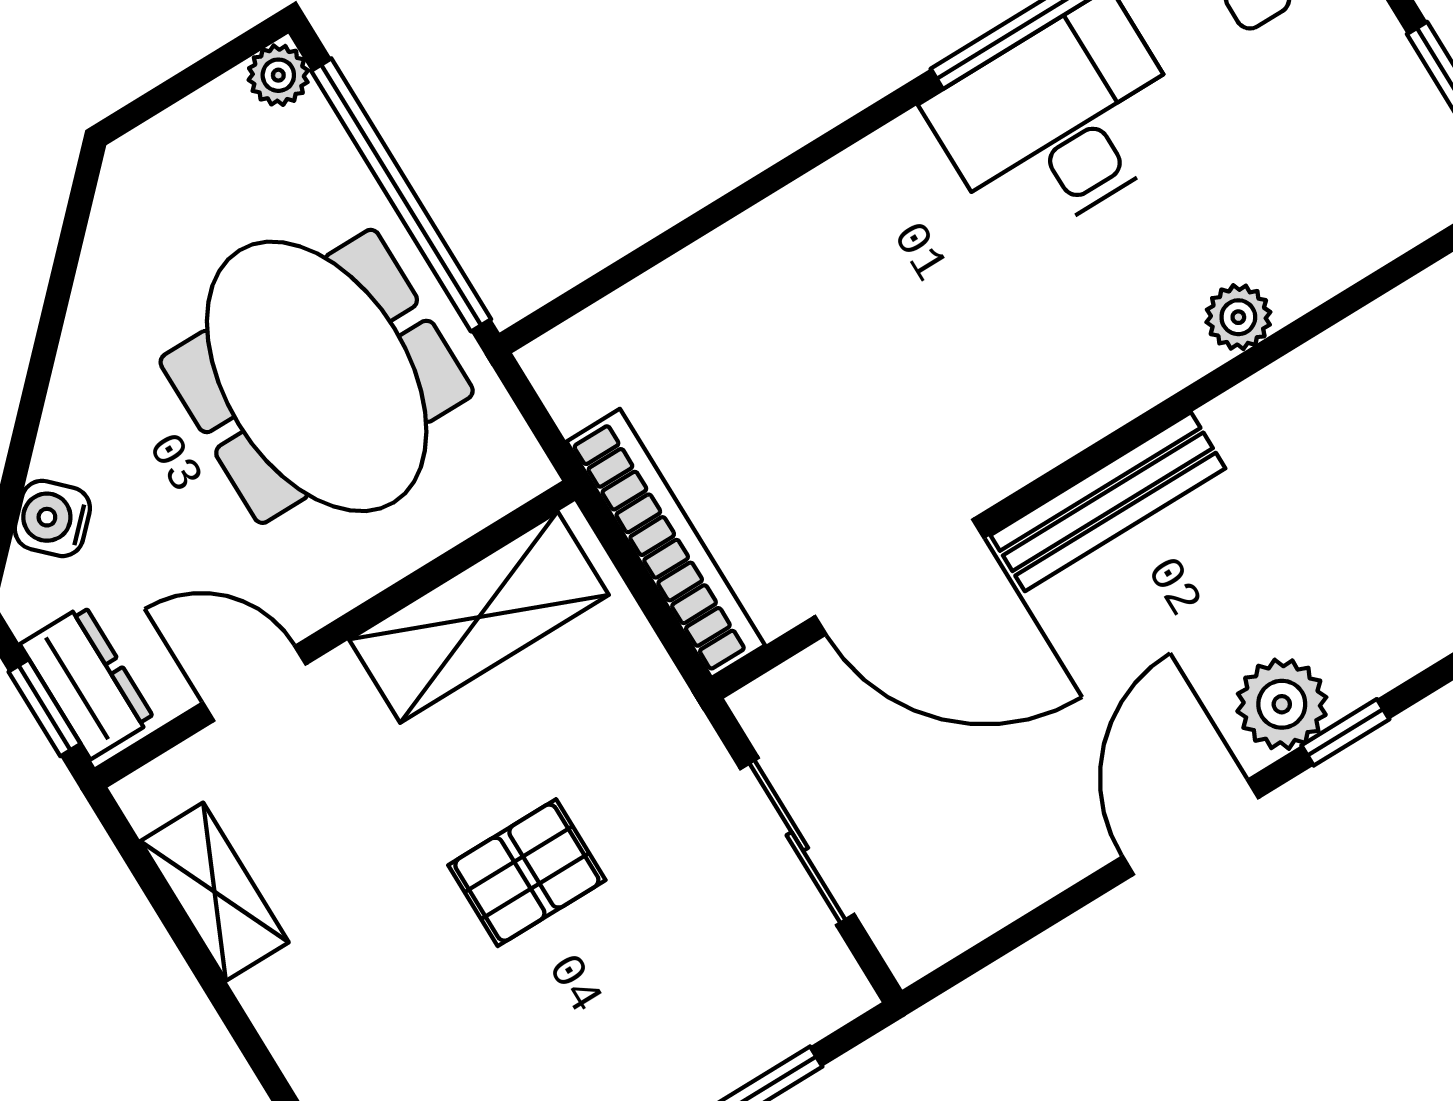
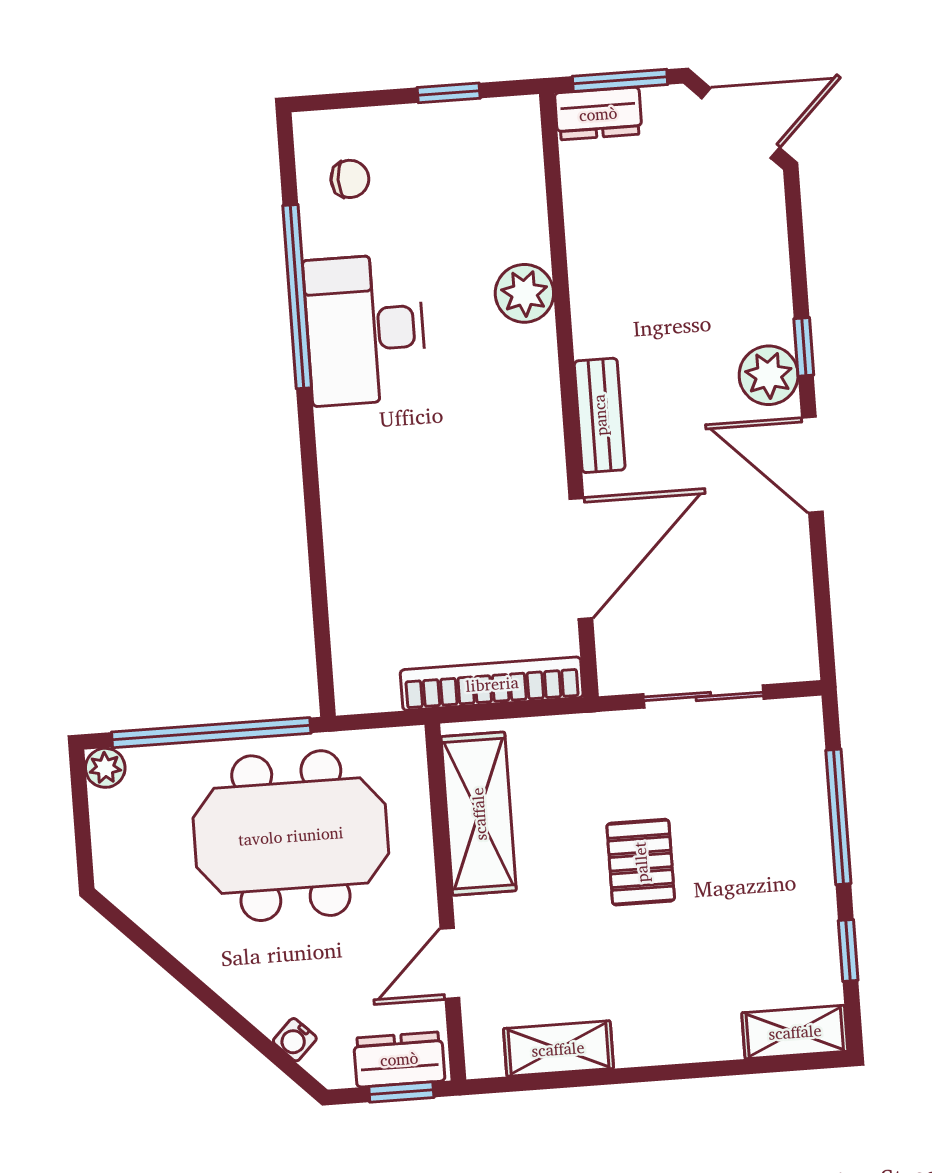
plant: (1238, 317) -> (524, 293), width x1.38, depth x1.38
bench: (1108, 502) -> (600, 415), width x0.73
water cooler: (52, 518) -> (295, 1040), width x0.72, depth x0.72

